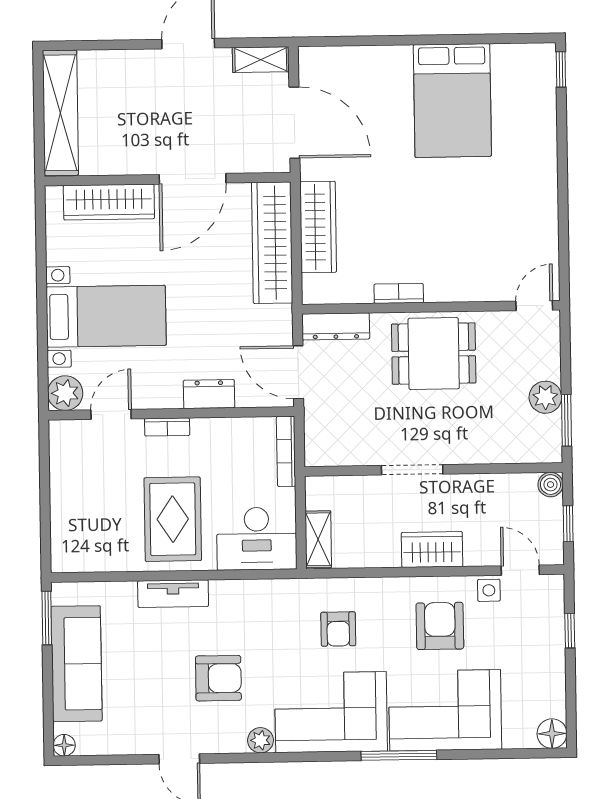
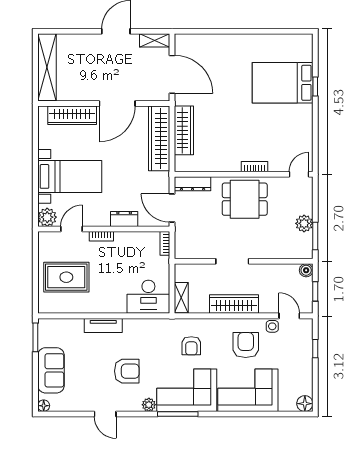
window: (561, 69) -> (315, 86), moved
bed: (452, 100) -> (283, 83), moved, turned 90
bookcase: (399, 293) -> (255, 167), moved
bookcase: (286, 451) -> (165, 243), width x0.64
rug: (173, 519) -> (66, 277), moved, turned 90
wardrobe: (432, 549) -> (234, 304), width x1.50
sofa: (77, 664) -> (51, 370), width x0.73
window: (399, 755) -> (178, 414), moved

